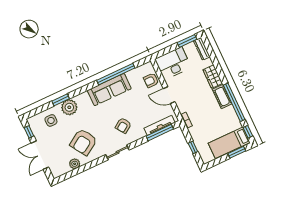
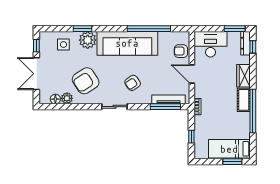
sofa: (109, 90) -> (127, 43), width x1.36, depth x1.27
window: (248, 132) -> (253, 47), moved
floor lamp: (65, 169) -> (55, 99), added

